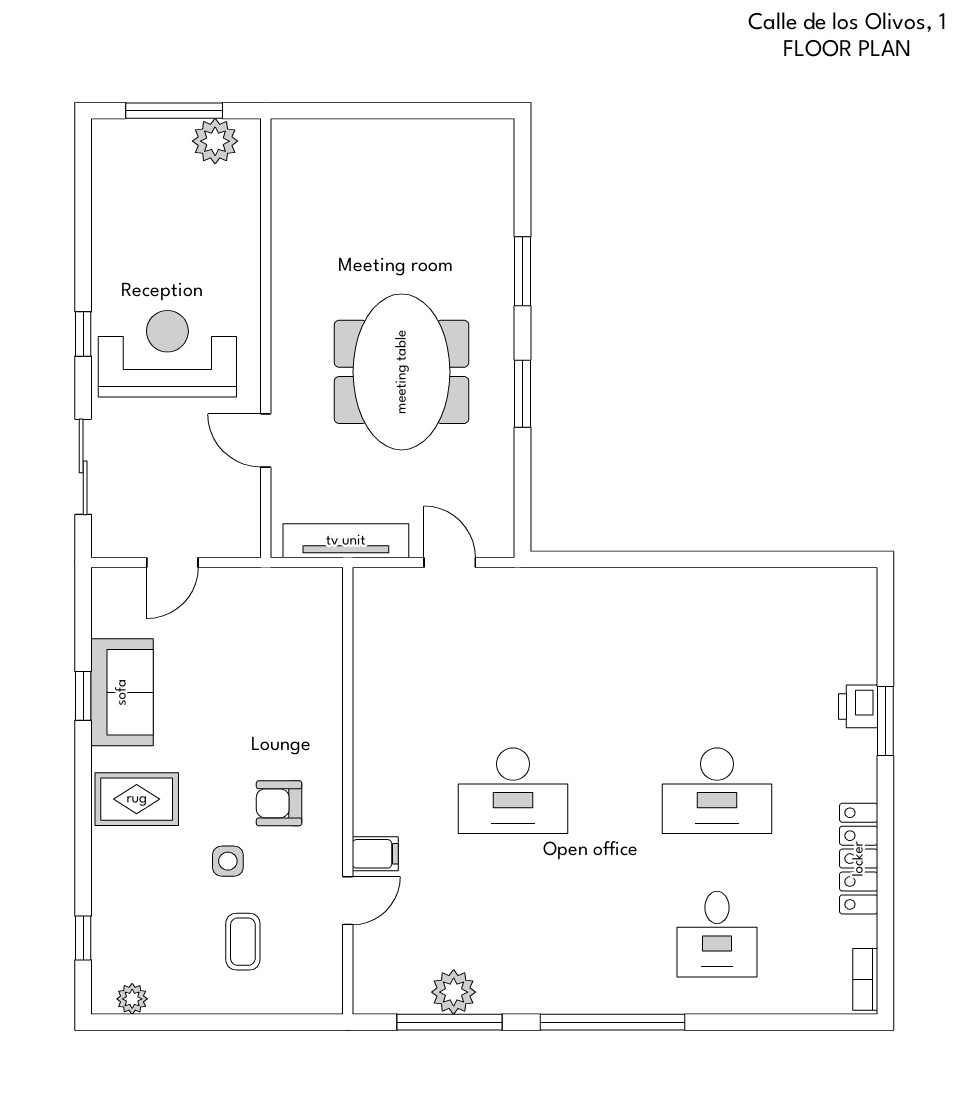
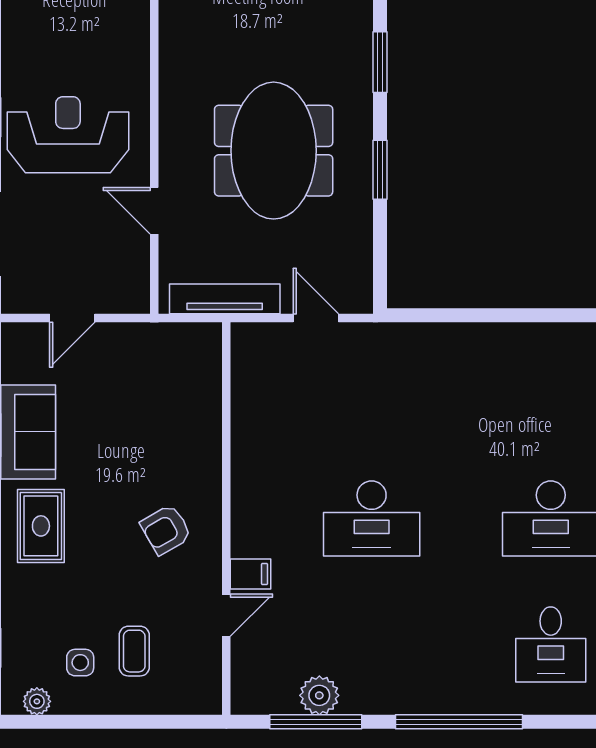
rug: (137, 799) -> (41, 526), turned 90
armchair: (279, 803) -> (166, 530), turned -30
side table: (228, 861) -> (80, 663), moved

